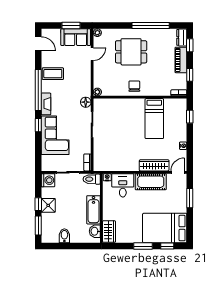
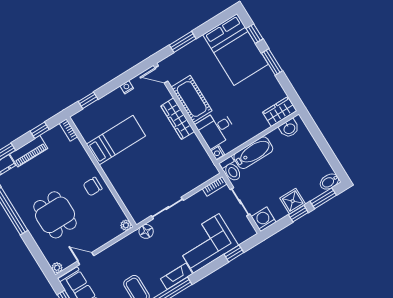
window: (38, 125) -> (234, 253), moved
wardrobe: (154, 165) -> (178, 119), moved
bathtub: (94, 210) -> (253, 153), moved
bidet: (64, 236) -> (329, 182), moved

